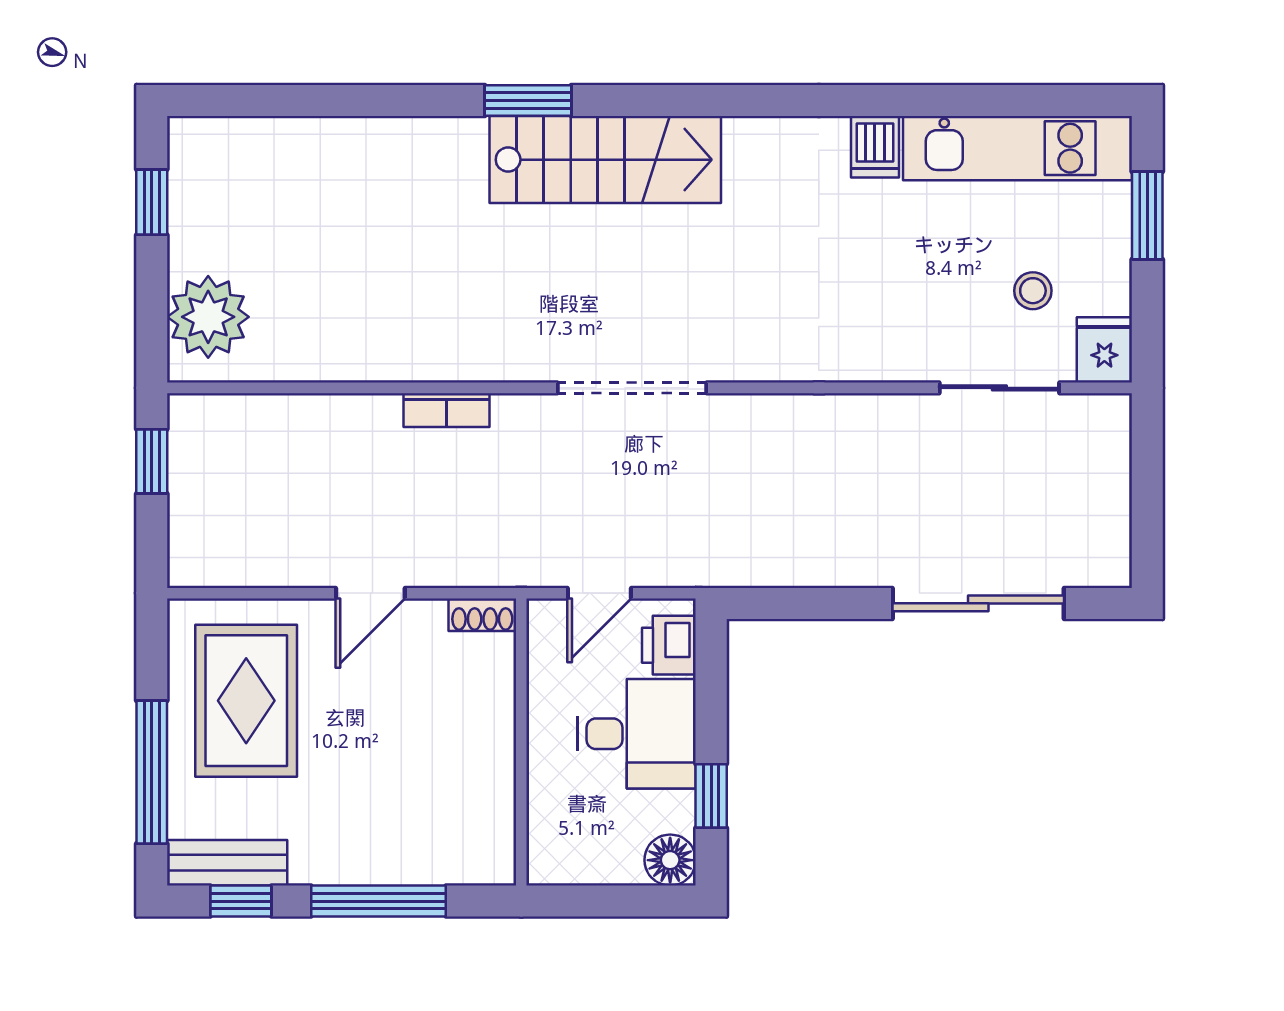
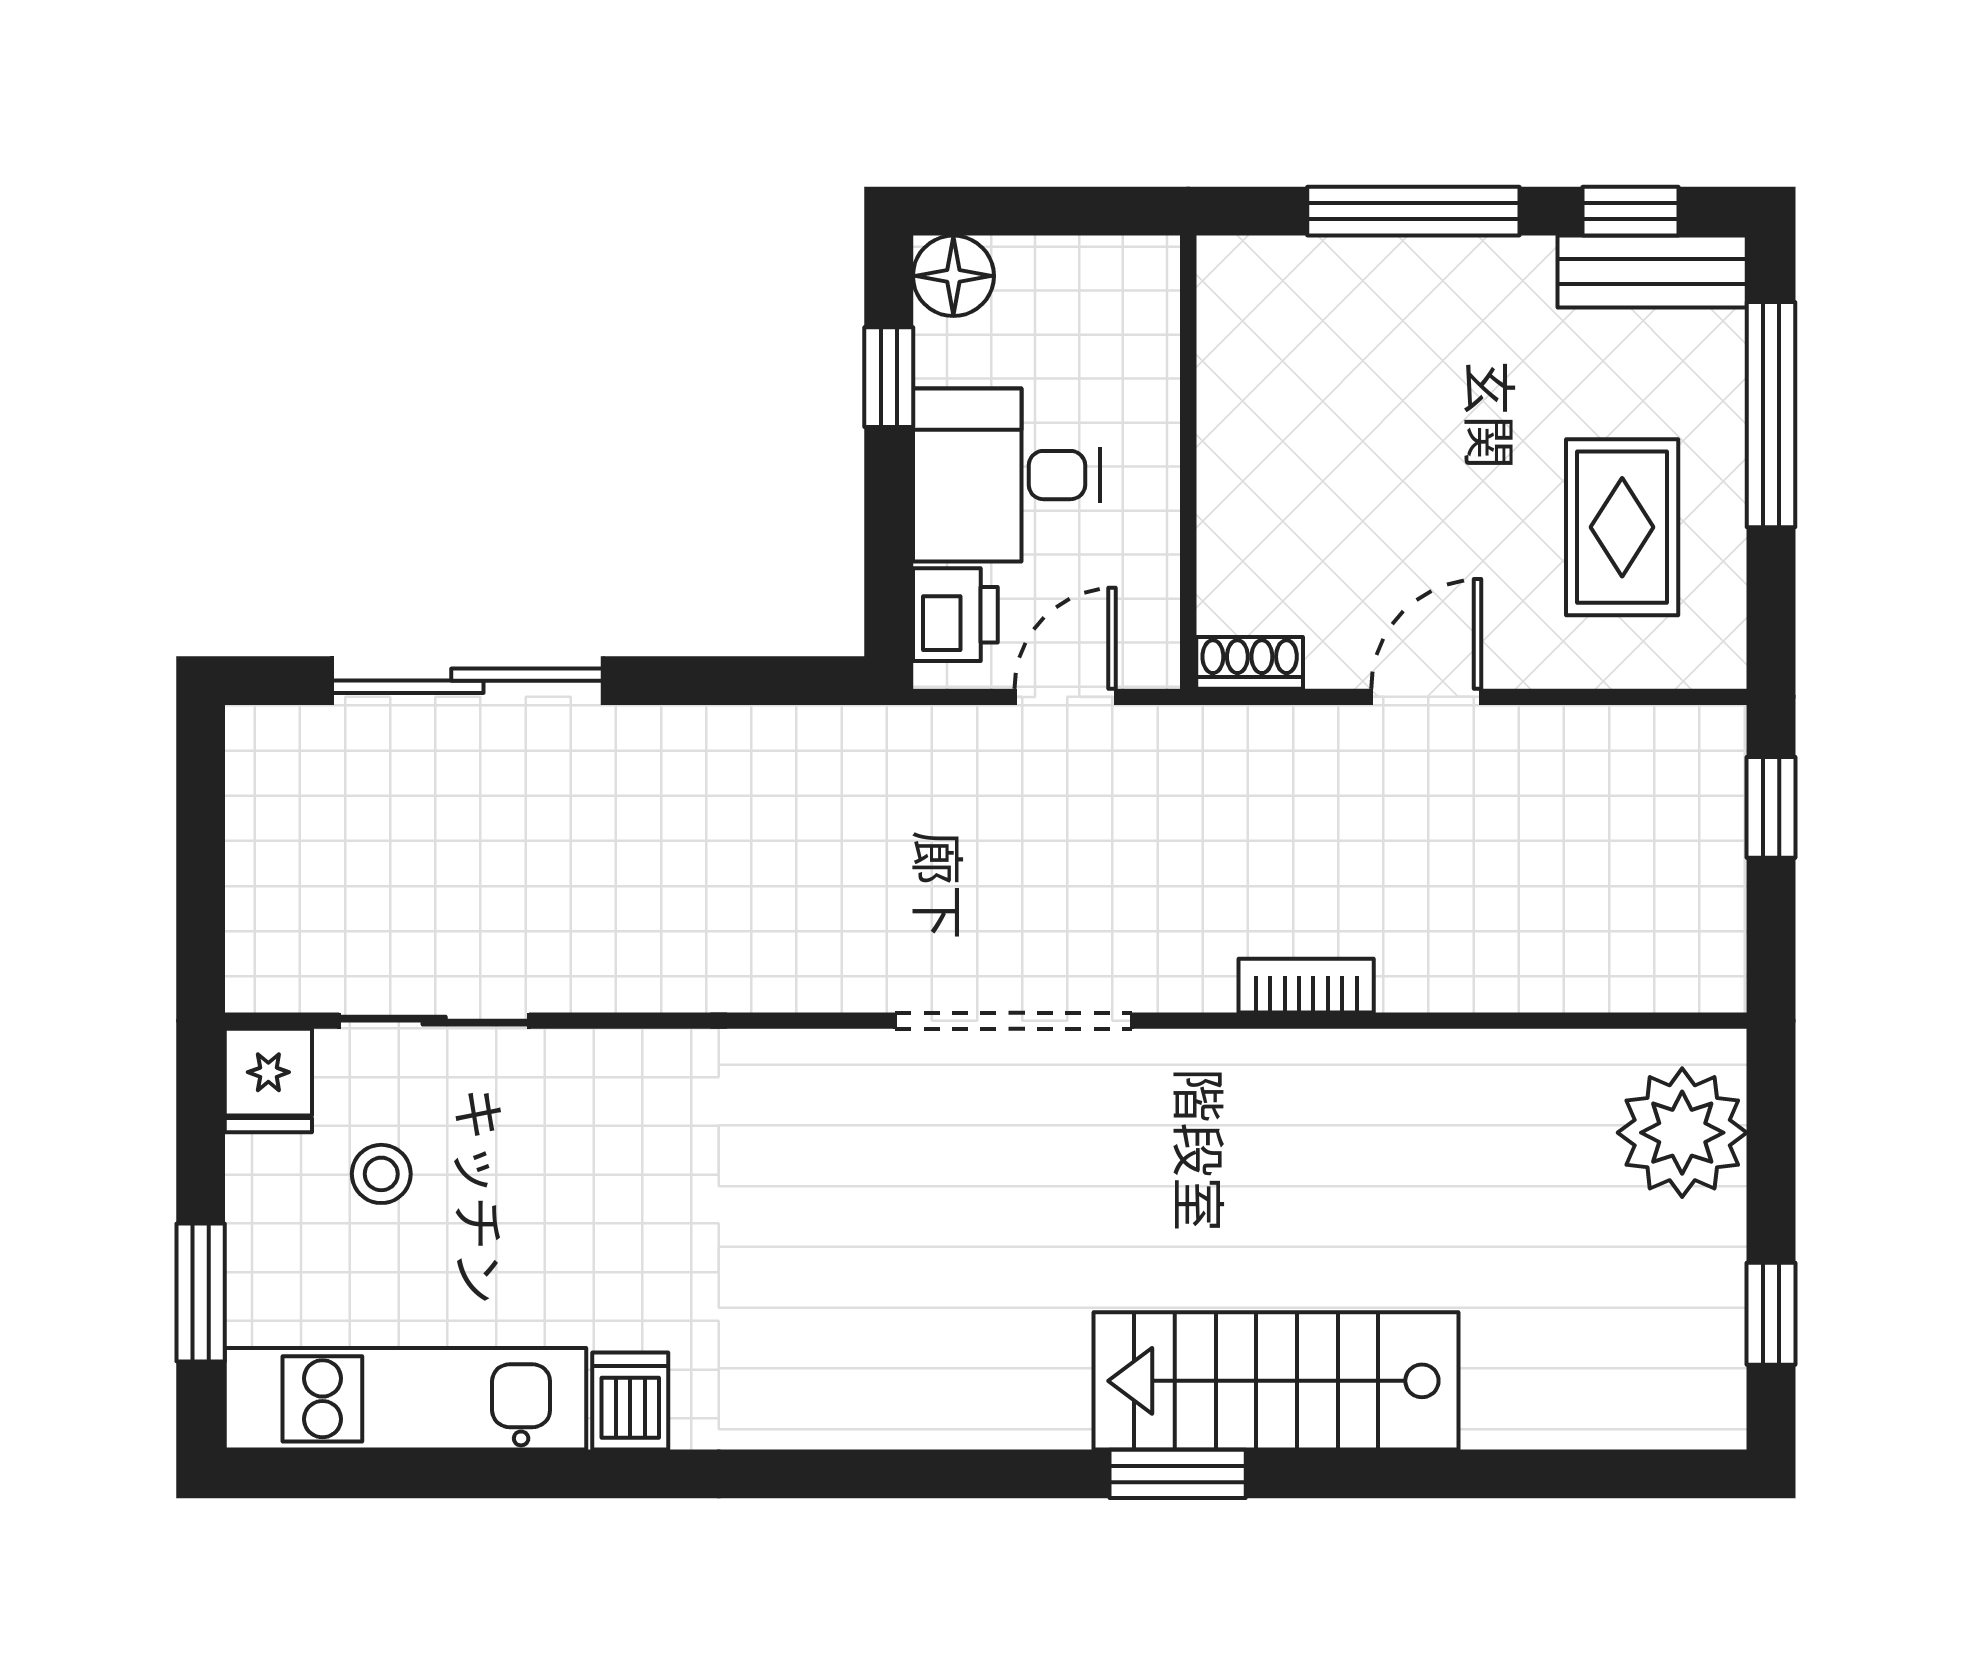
stairs: (605, 160) -> (1276, 1381), moved
window: (152, 461) -> (1771, 807), moved
rug: (246, 701) -> (1622, 527), width x0.73, depth x0.70

